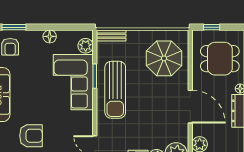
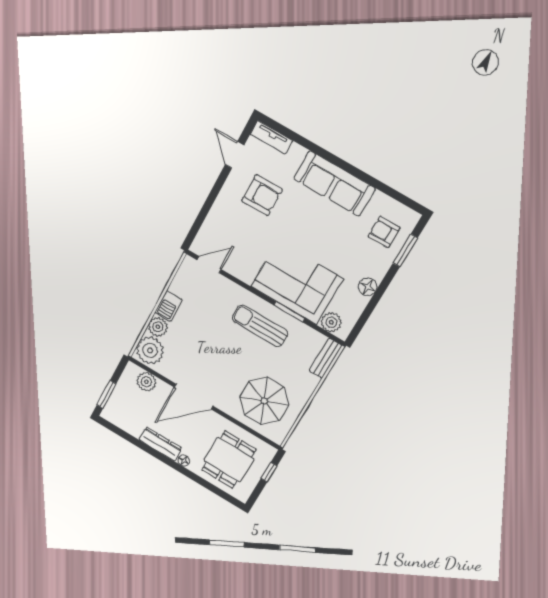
sun lounger: (115, 90) -> (260, 326), width x0.73, depth x0.75
armchair: (31, 136) -> (262, 195), turned -90

